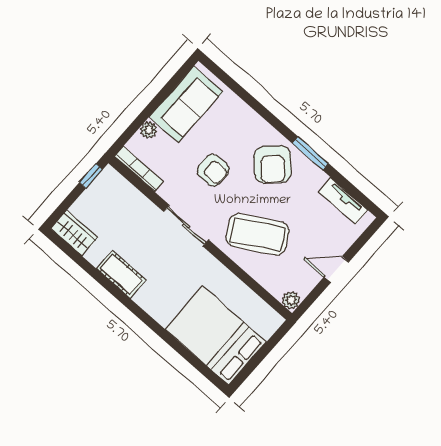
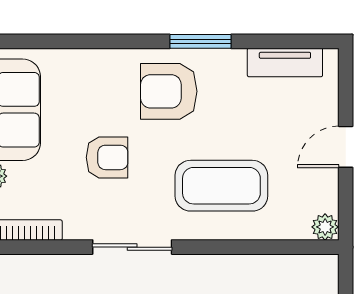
armchair: (273, 164) -> (169, 91), turned 133
coffee table: (258, 234) -> (221, 186), turned 30

